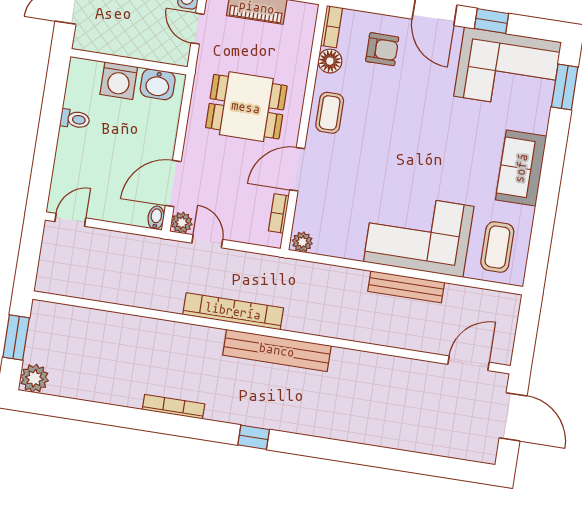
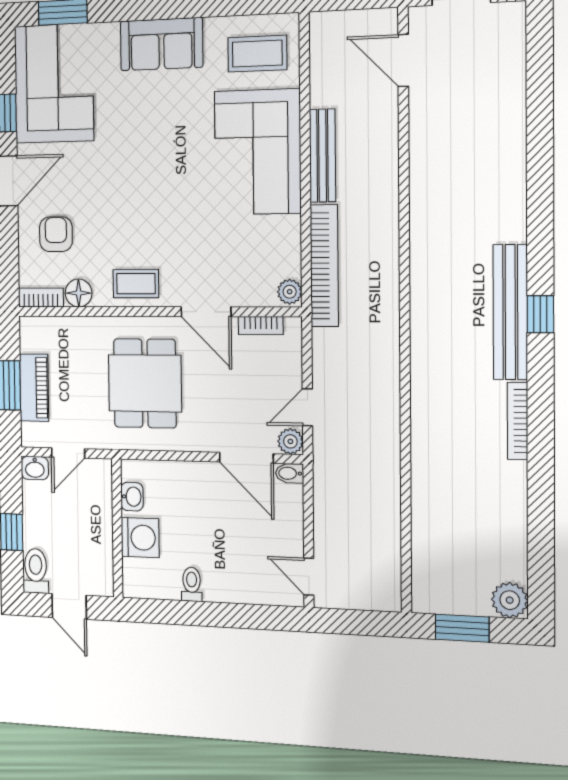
washbasin: (158, 84) -> (132, 497), width x0.72, depth x0.69
bookcase: (233, 311) -> (324, 266), moved, turned 180
bench: (277, 350) -> (510, 312), moved

